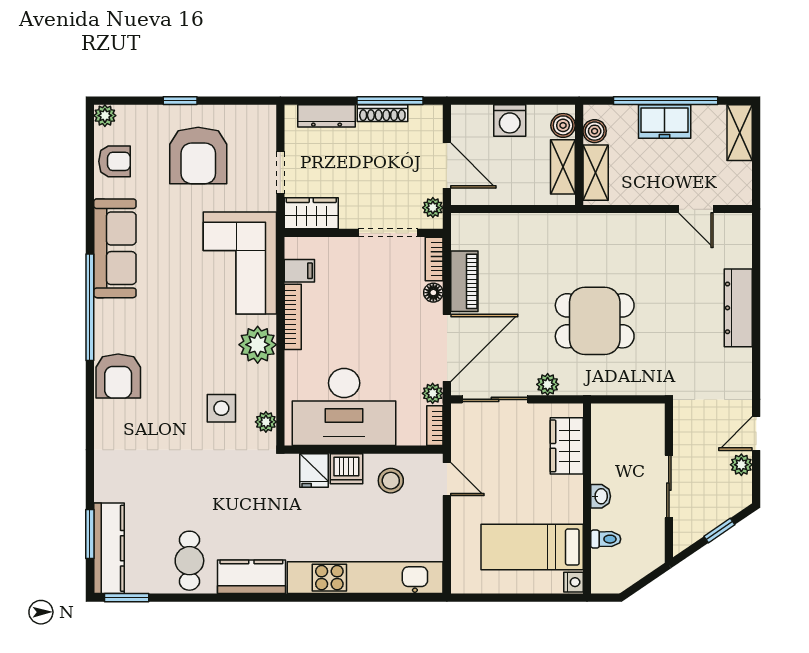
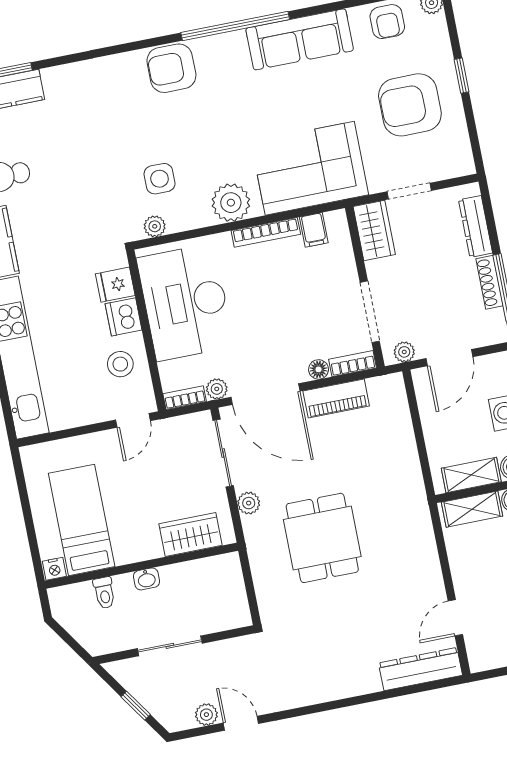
dresser: (738, 308) -> (421, 669), moved

